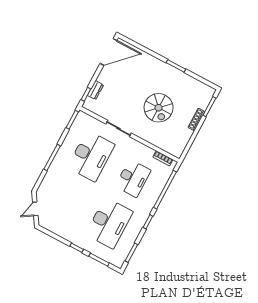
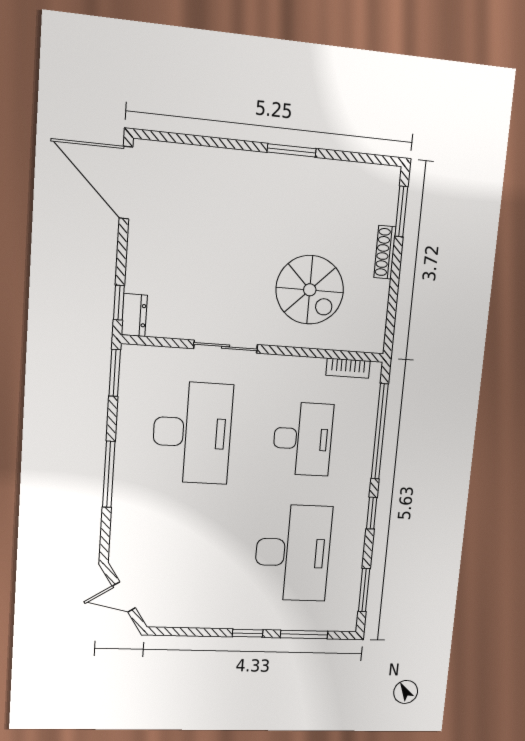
door: (108, 52) -> (126, 183), swing flipped
dresser: (95, 90) -> (134, 315), moved
spiral stairs: (159, 108) -> (310, 290), moved
door: (35, 209) -> (124, 597), hinge flipped

